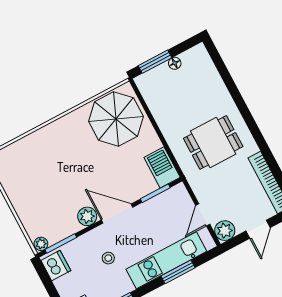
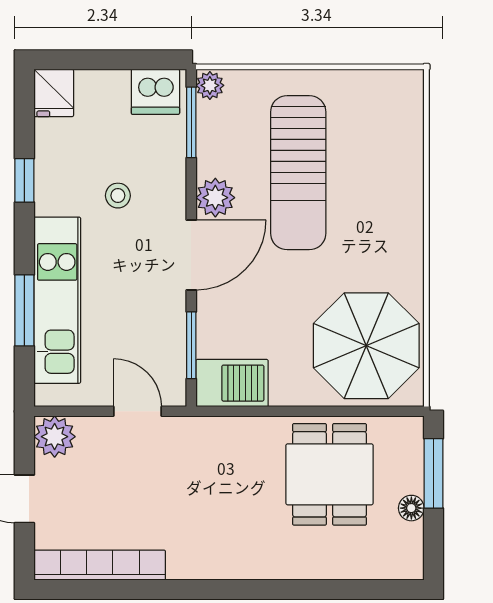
dining table: (213, 142) -> (330, 474), moved
sun lounger: (58, 187) -> (298, 173), added
door: (203, 215) -> (137, 411), moved

